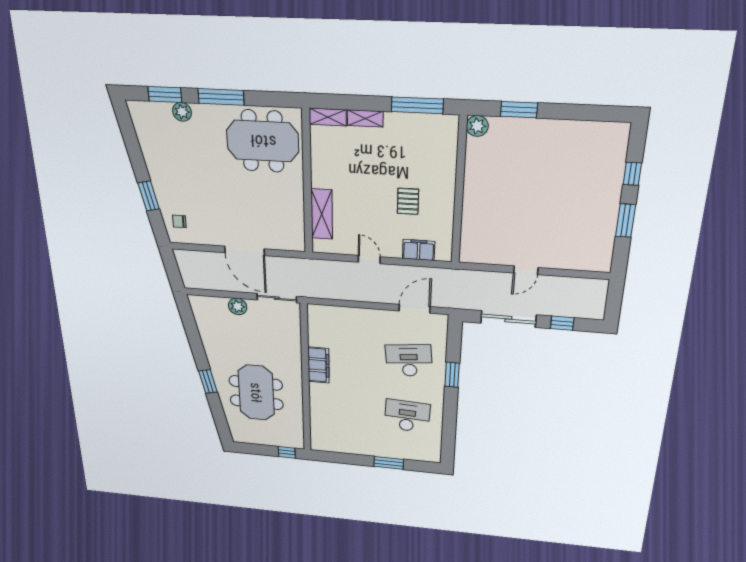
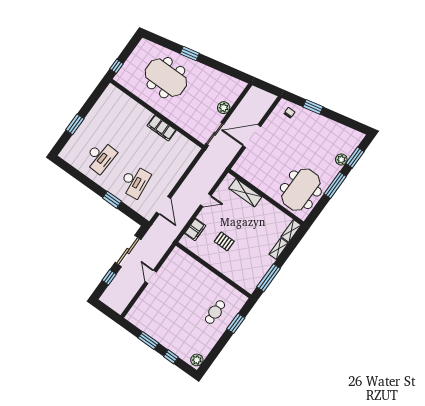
plant: (477, 126) -> (197, 360), moved
cafe table: (521, 151) -> (215, 312), added

